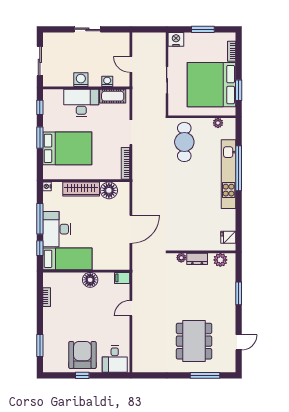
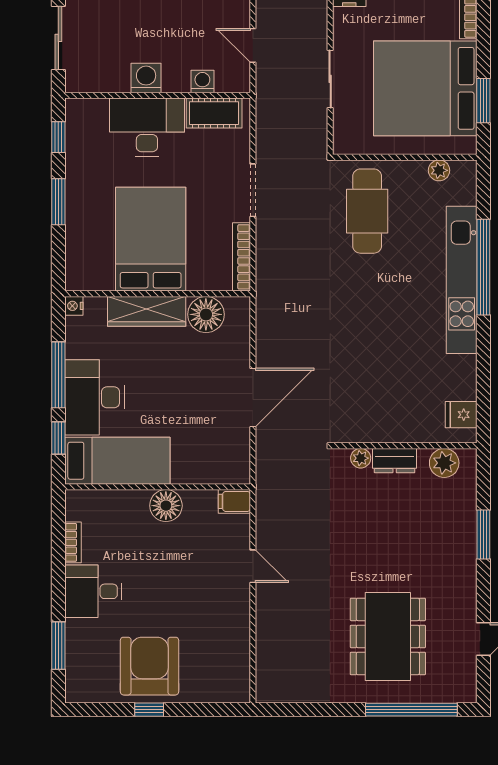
bed: (67, 148) -> (151, 239), moved, turned -90
door: (131, 308) -> (253, 566), swing flipped
desk: (115, 359) -> (93, 591), moved, turned 90
window: (205, 375) -> (411, 710), width x1.46

